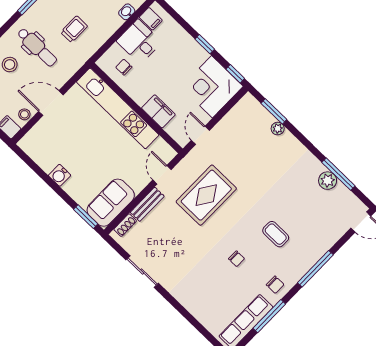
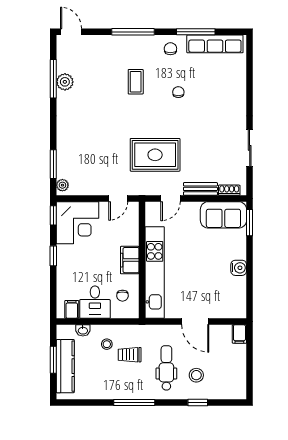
filing cabinet: (158, 111) -> (130, 260), moved
stool: (24, 114) -> (107, 344), moved
plant: (278, 129) -> (62, 185), moved

